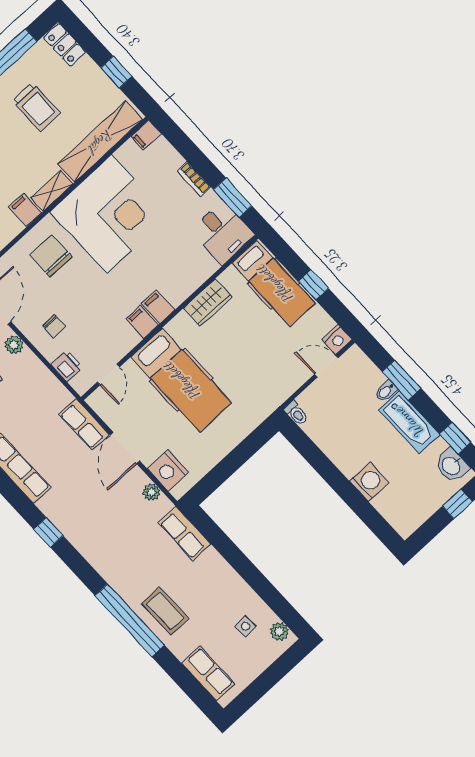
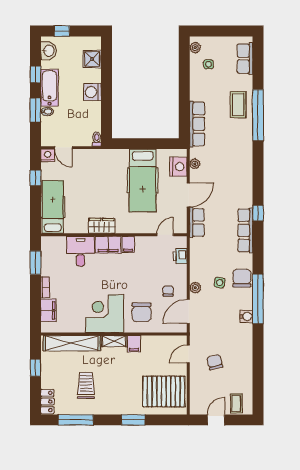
filing cabinet: (146, 135) -> (48, 310), moved, width x2.00
corner desk: (109, 214) -> (105, 314), width x0.74, depth x0.74
desk: (222, 233) -> (80, 251), moved
window: (313, 285) -> (35, 178), moved
wardrobe: (208, 303) -> (102, 226), moved
filing cabinet: (158, 307) -> (108, 245), width x2.00
chair: (54, 326) -> (168, 291), moved
hospital bed: (181, 380) -> (143, 180), moved, turned 180
window: (455, 438) -> (35, 74), moved
washing machine: (369, 482) -> (92, 92), moved
shower: (390, 504) -> (92, 59), added
window: (48, 532) -> (258, 213), moved
row of seats: (185, 533) -> (197, 124), width x1.48

